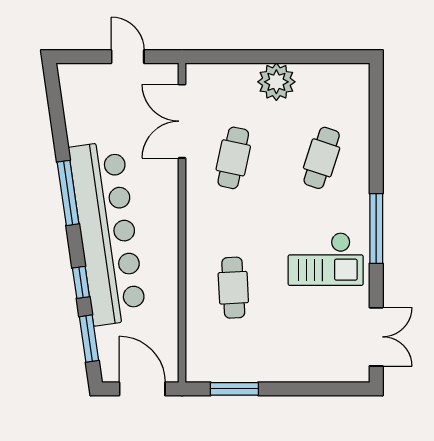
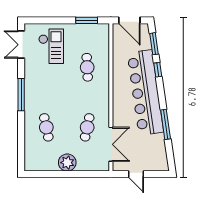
cafe table: (322, 158) -> (46, 127), turned -30
window: (68, 193) -> (166, 124), moved
checkout: (326, 259) -> (51, 46), moved, turned 90

